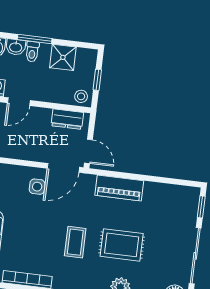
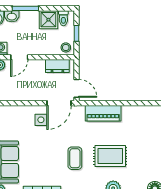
toilet: (32, 52) -> (63, 18), moved

